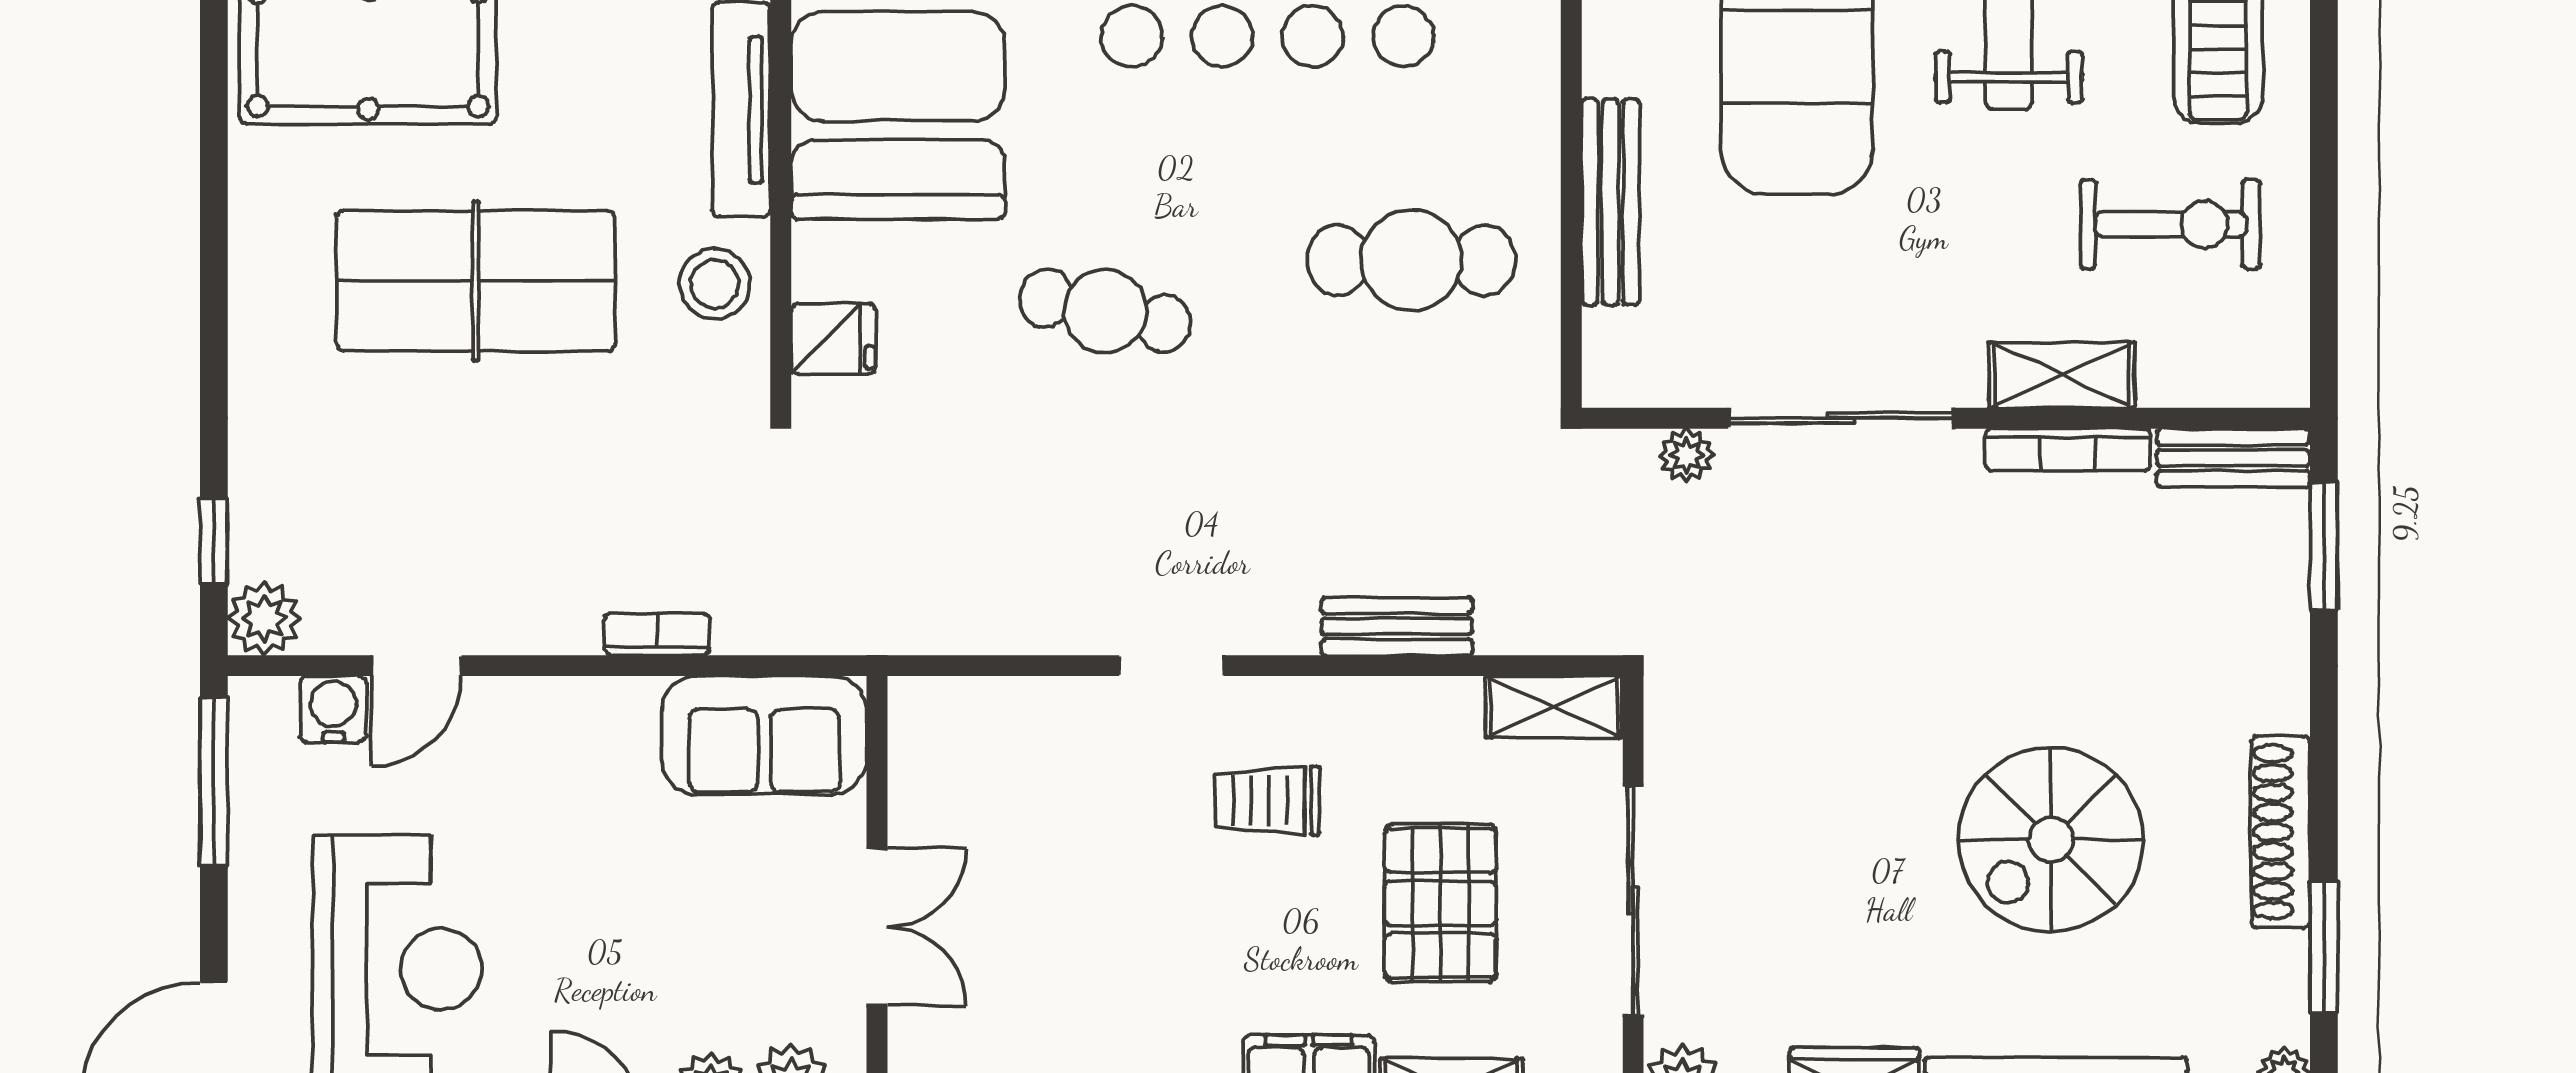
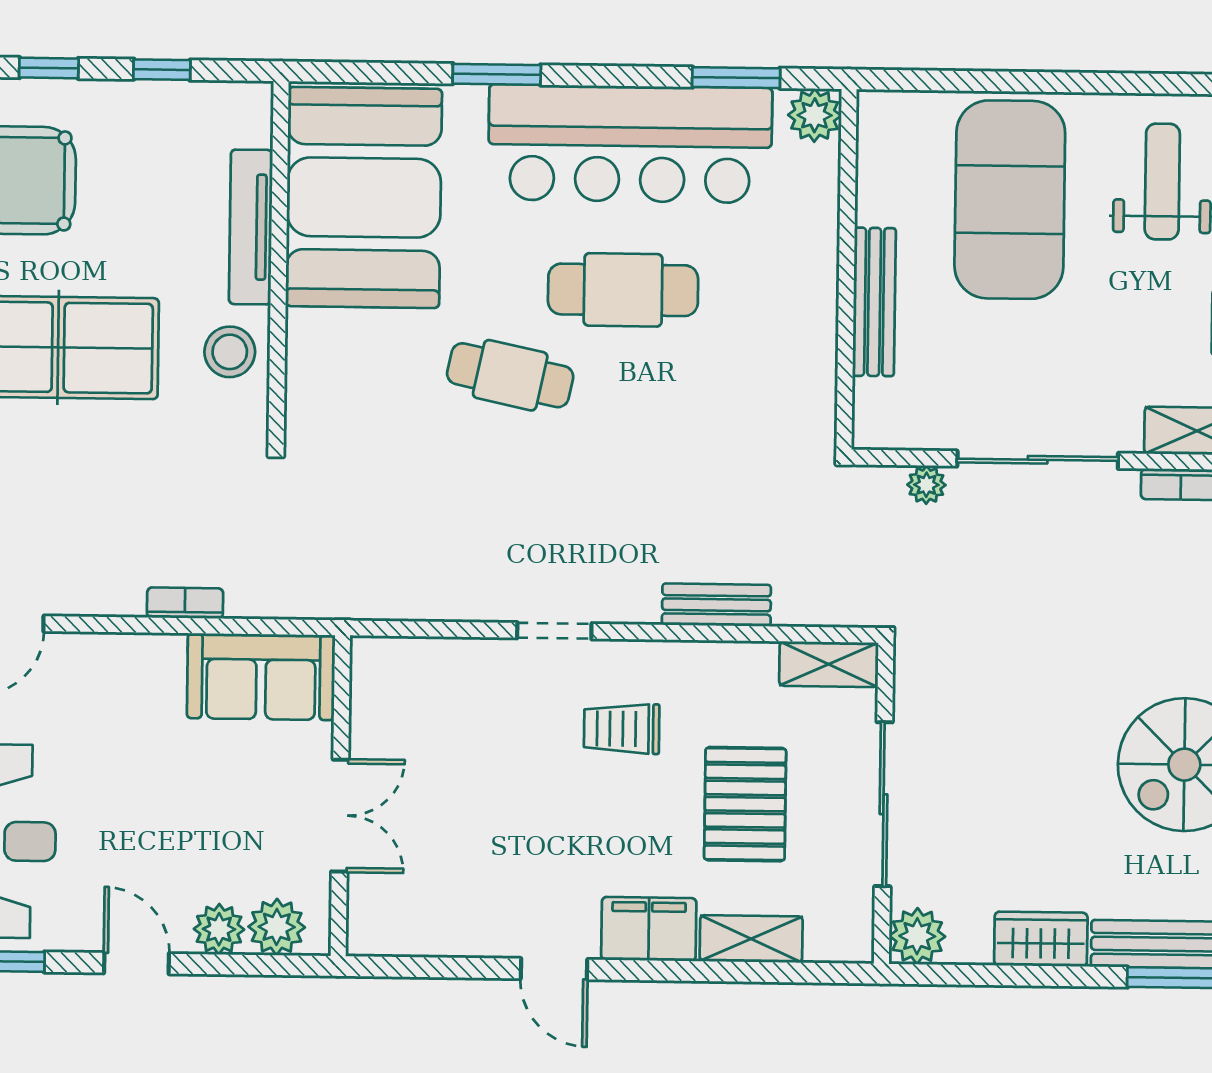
cafe table: (1411, 260) -> (623, 290), moved
fridge: (833, 339) -> (315, 393), removed

